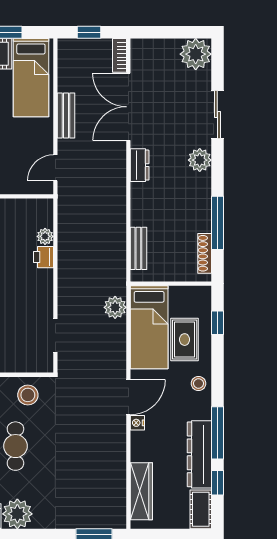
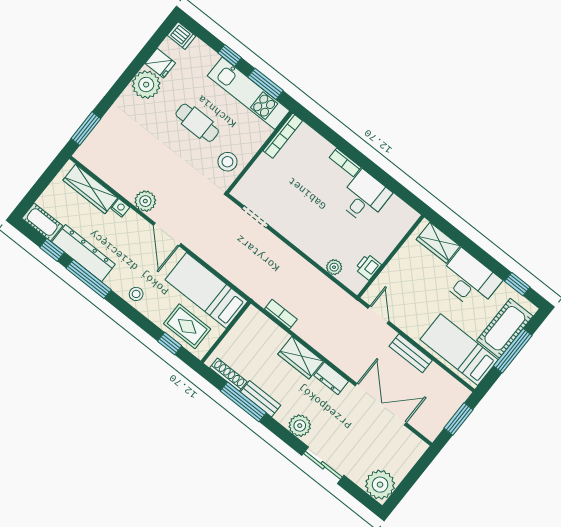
window: (89, 32) -> (458, 419), width x1.50
bookcase: (119, 55) -> (281, 314), moved
wardrobe: (143, 204) -> (301, 358), added
bench: (138, 248) -> (261, 399), moved
printer: (43, 257) -> (368, 267), moved, turned -90
plant: (115, 307) -> (145, 201), moved
rug: (185, 340) -> (187, 326), moved
nightstand: (137, 423) -> (120, 208), moved

